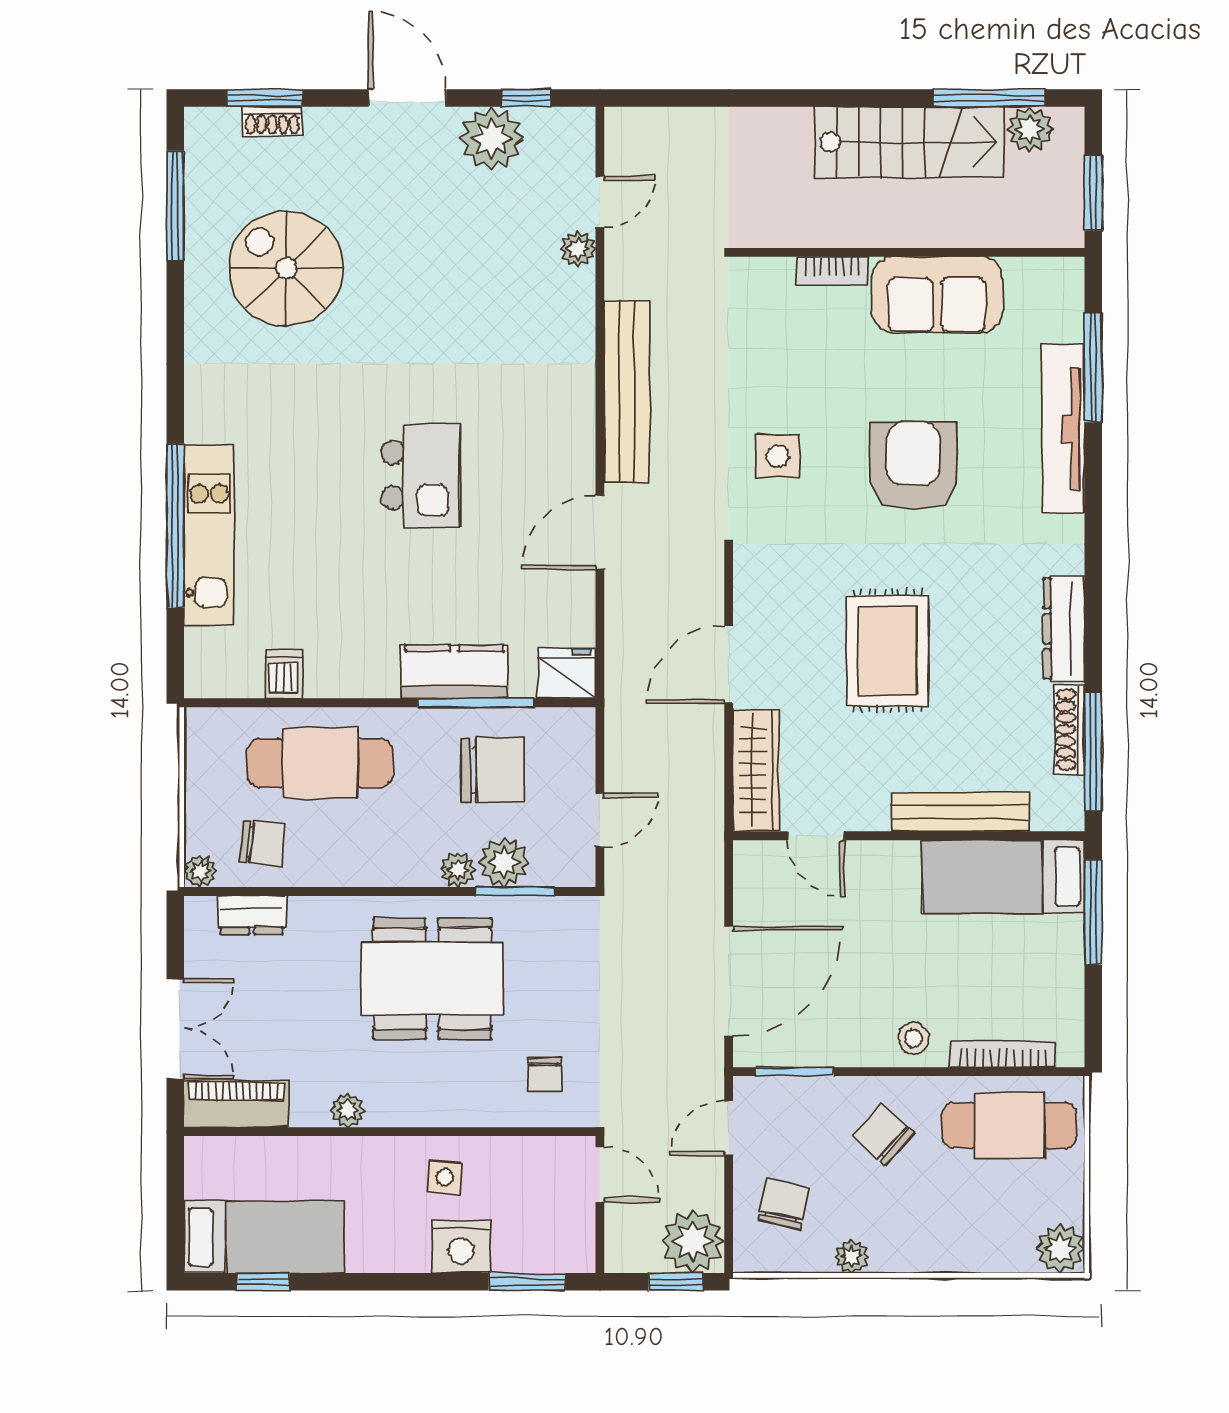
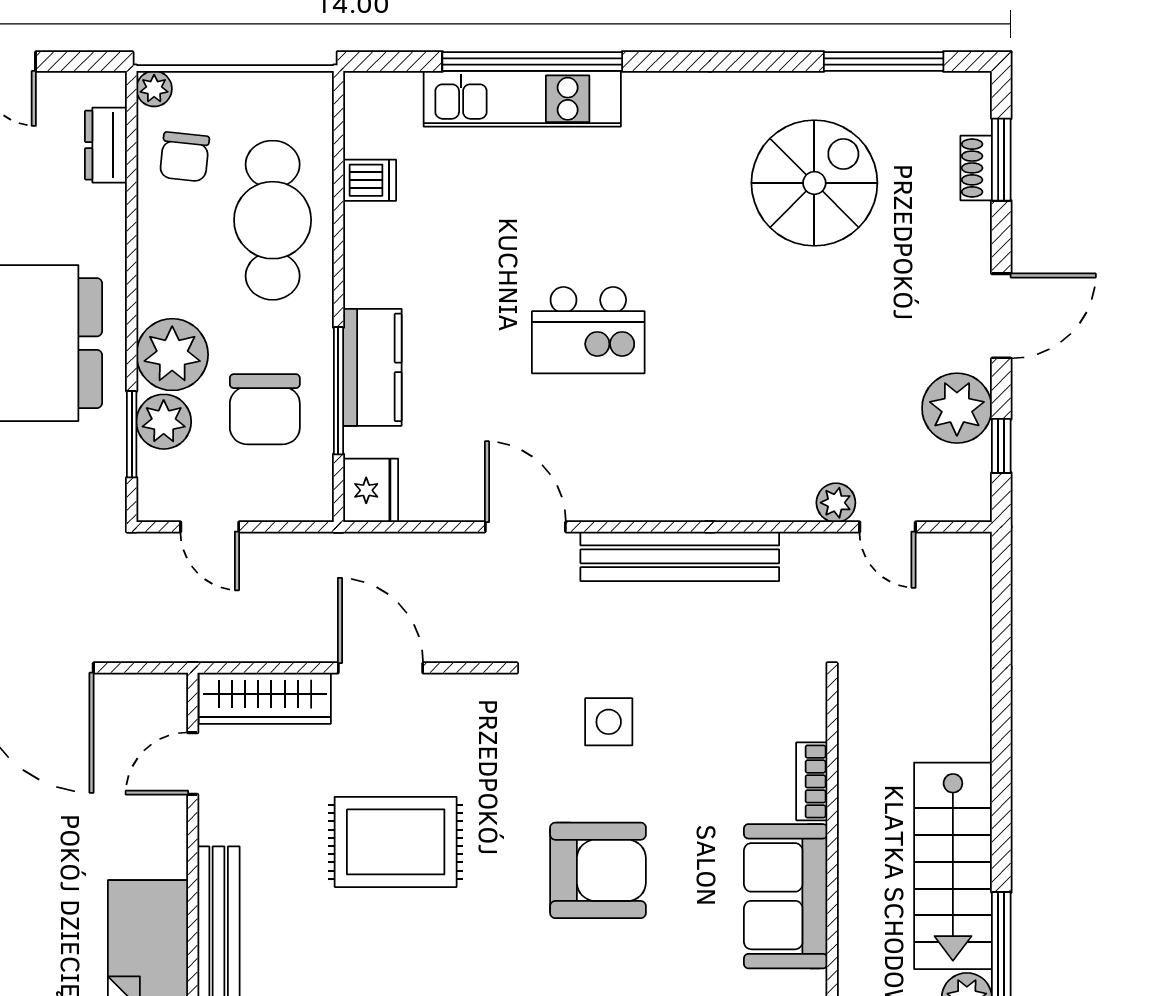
plant: (458, 870) -> (172, 355), width x1.88, depth x1.88

